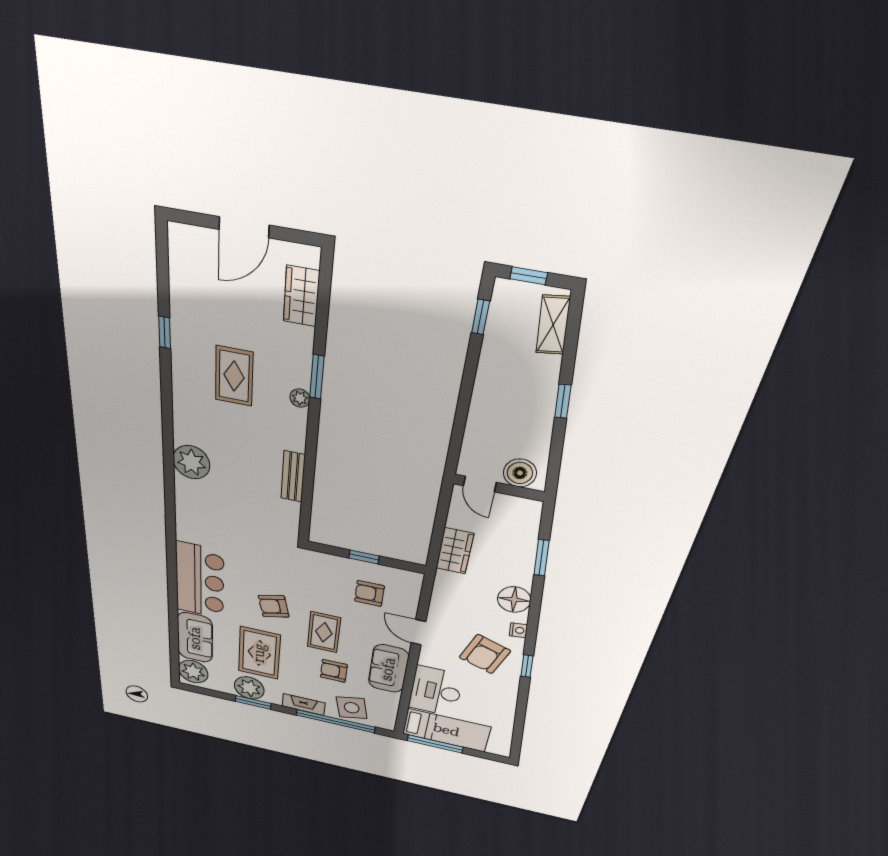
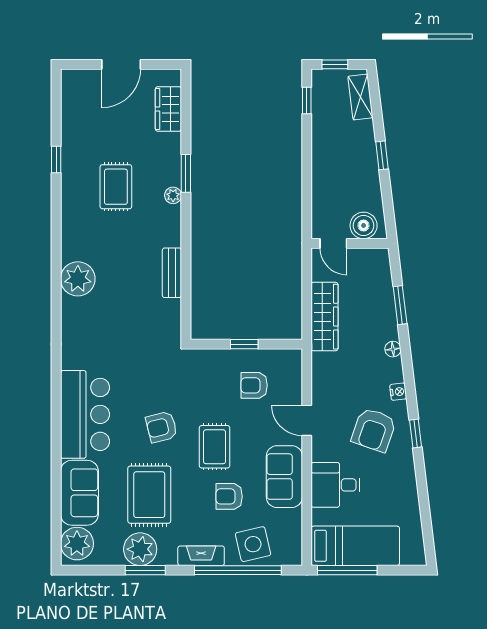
wardrobe: (455, 551) -> (325, 317), width x1.50
floor lamp: (514, 600) -> (393, 349), width x0.53, depth x0.53
desk: (436, 691) -> (336, 485), width x0.73

